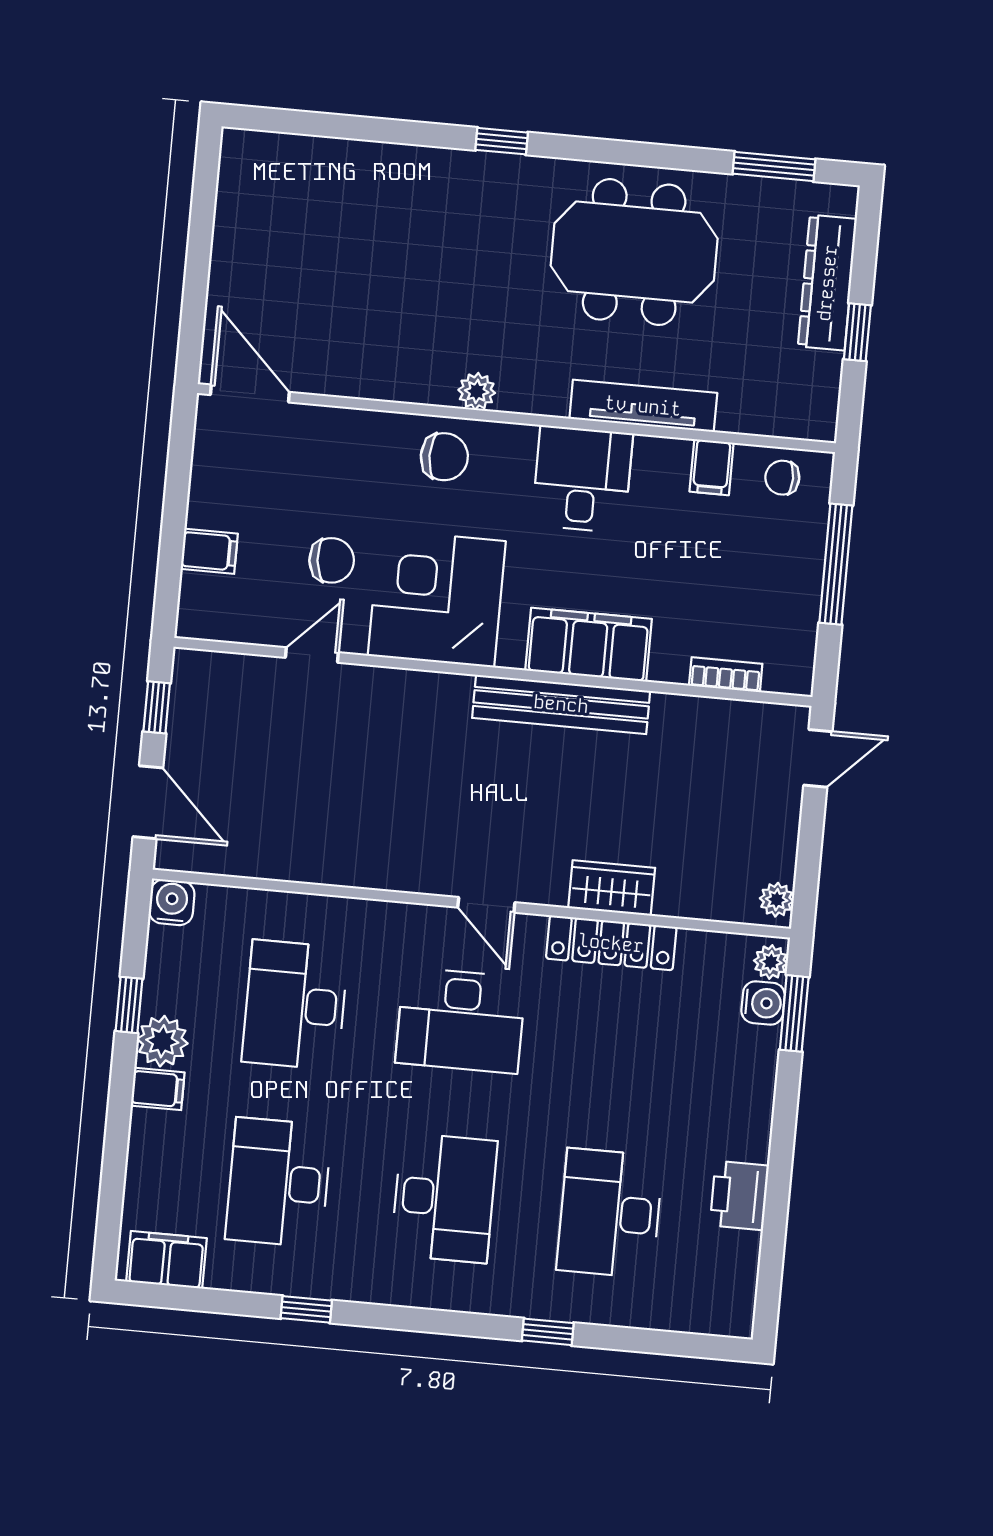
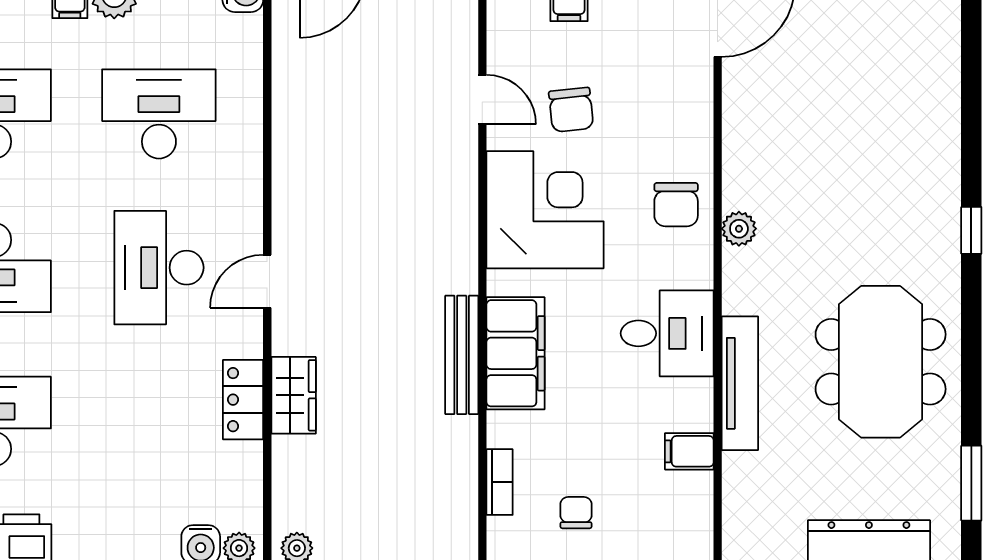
chair: (782, 478) -> (576, 513), moved
bench: (561, 704) -> (462, 355), width x0.73, depth x0.82
locker: (611, 943) -> (243, 400), width x0.66

